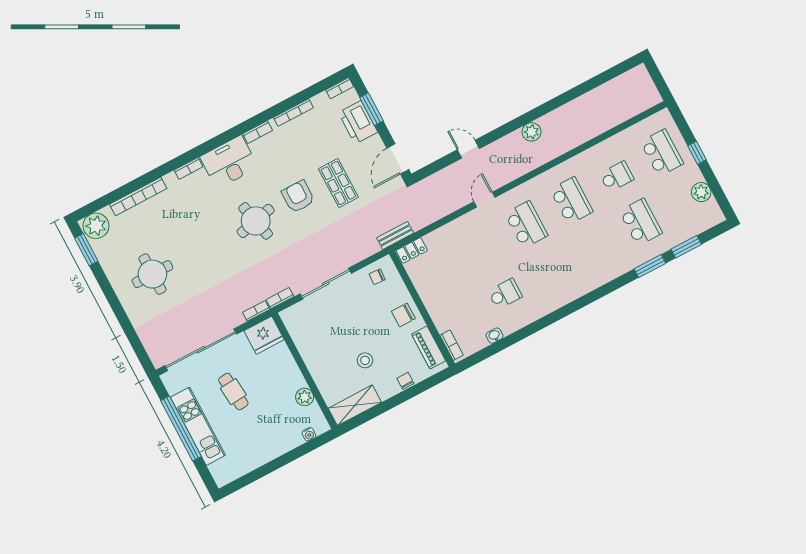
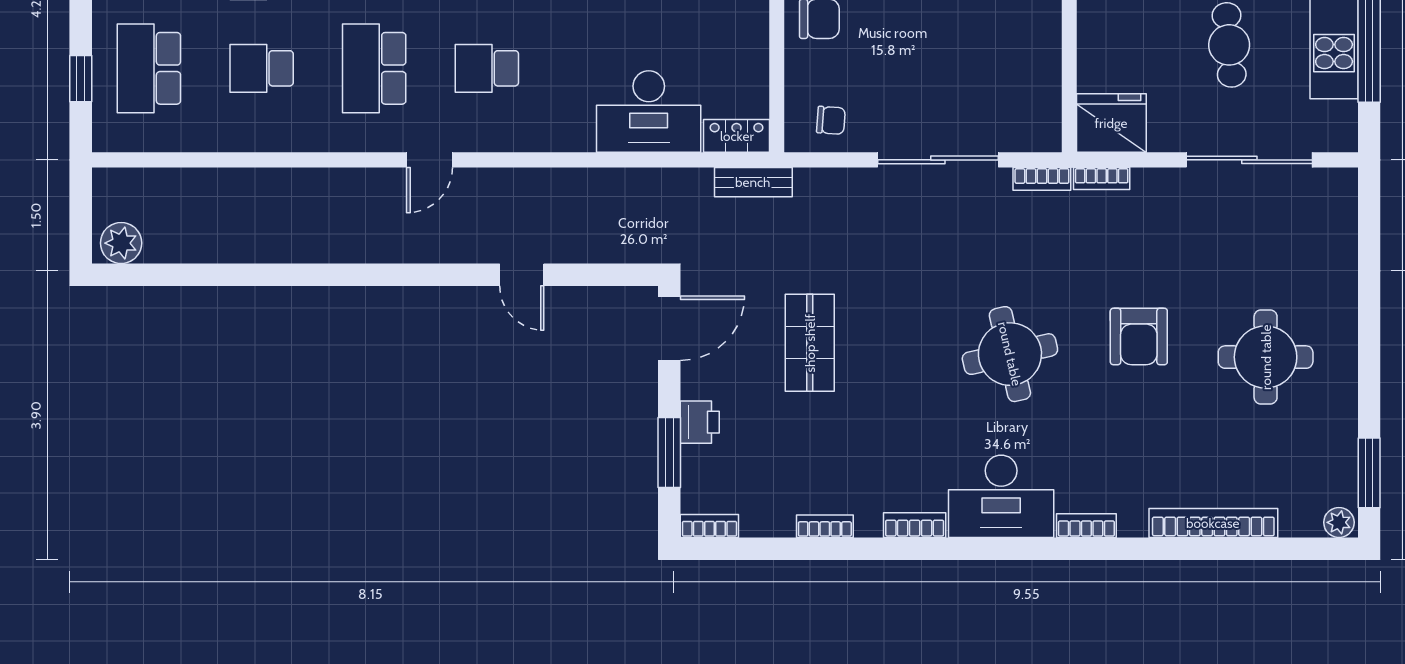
bookcase: (293, 113) -> (825, 526), width x0.64
printer: (358, 122) -> (700, 422), width x0.53, depth x0.68
plant: (532, 132) -> (121, 243), moved
window: (697, 153) -> (81, 79), moved
armchair: (298, 197) -> (1139, 336), moved
door: (484, 200) -> (430, 160), moved
school desk: (526, 224) -> (487, 68), width x0.54
plant: (96, 226) -> (1339, 522), width x0.53, depth x0.53
desk: (452, 241) -> (649, 112), added
sliding door: (201, 350) -> (1249, 160), width x0.73

